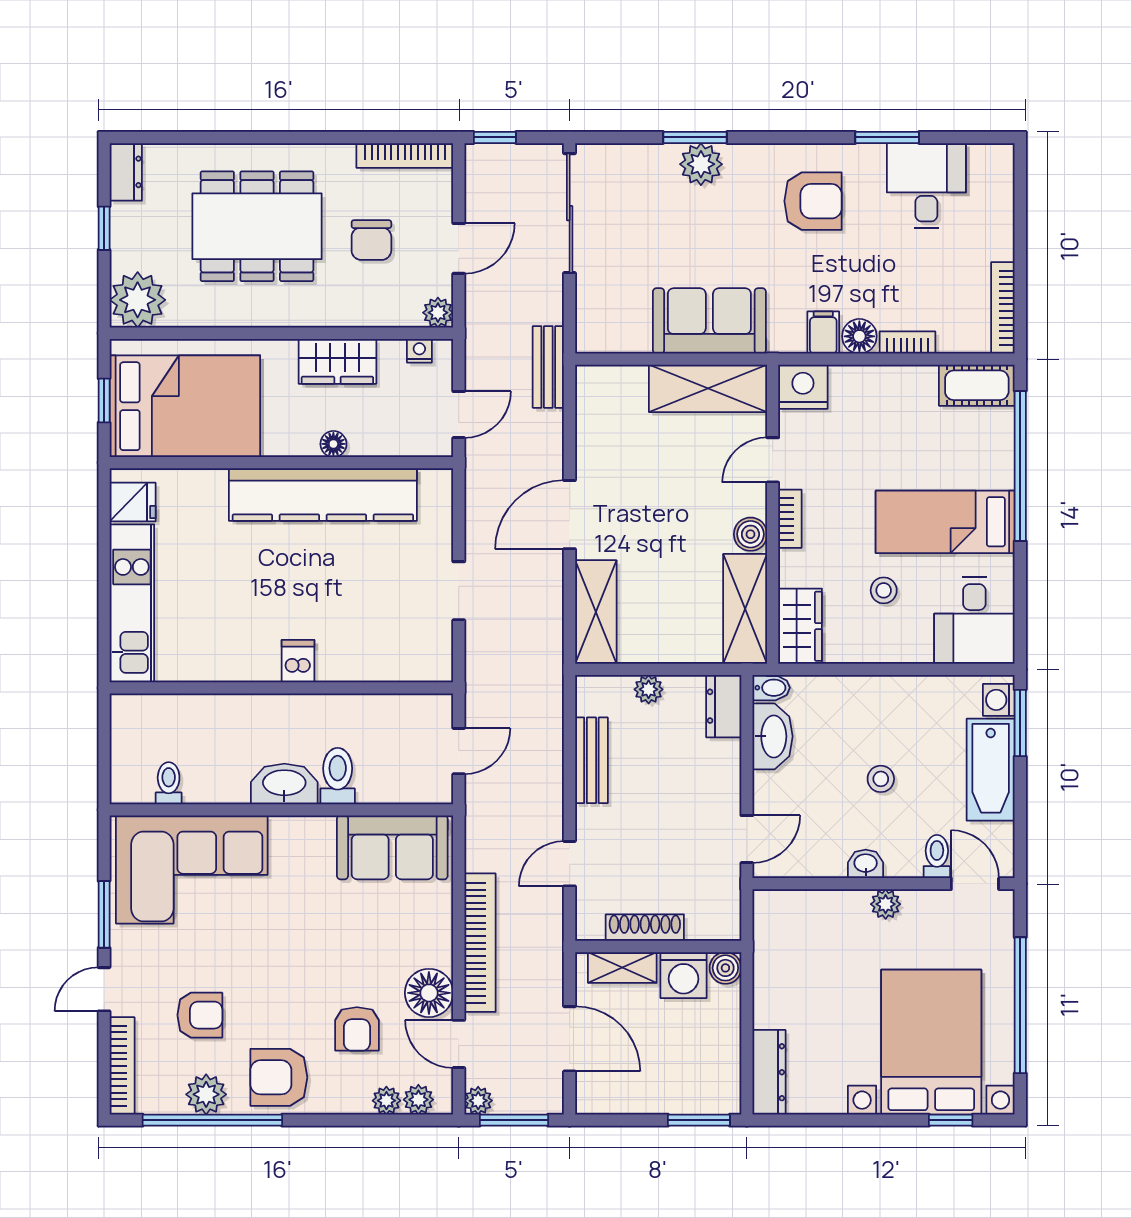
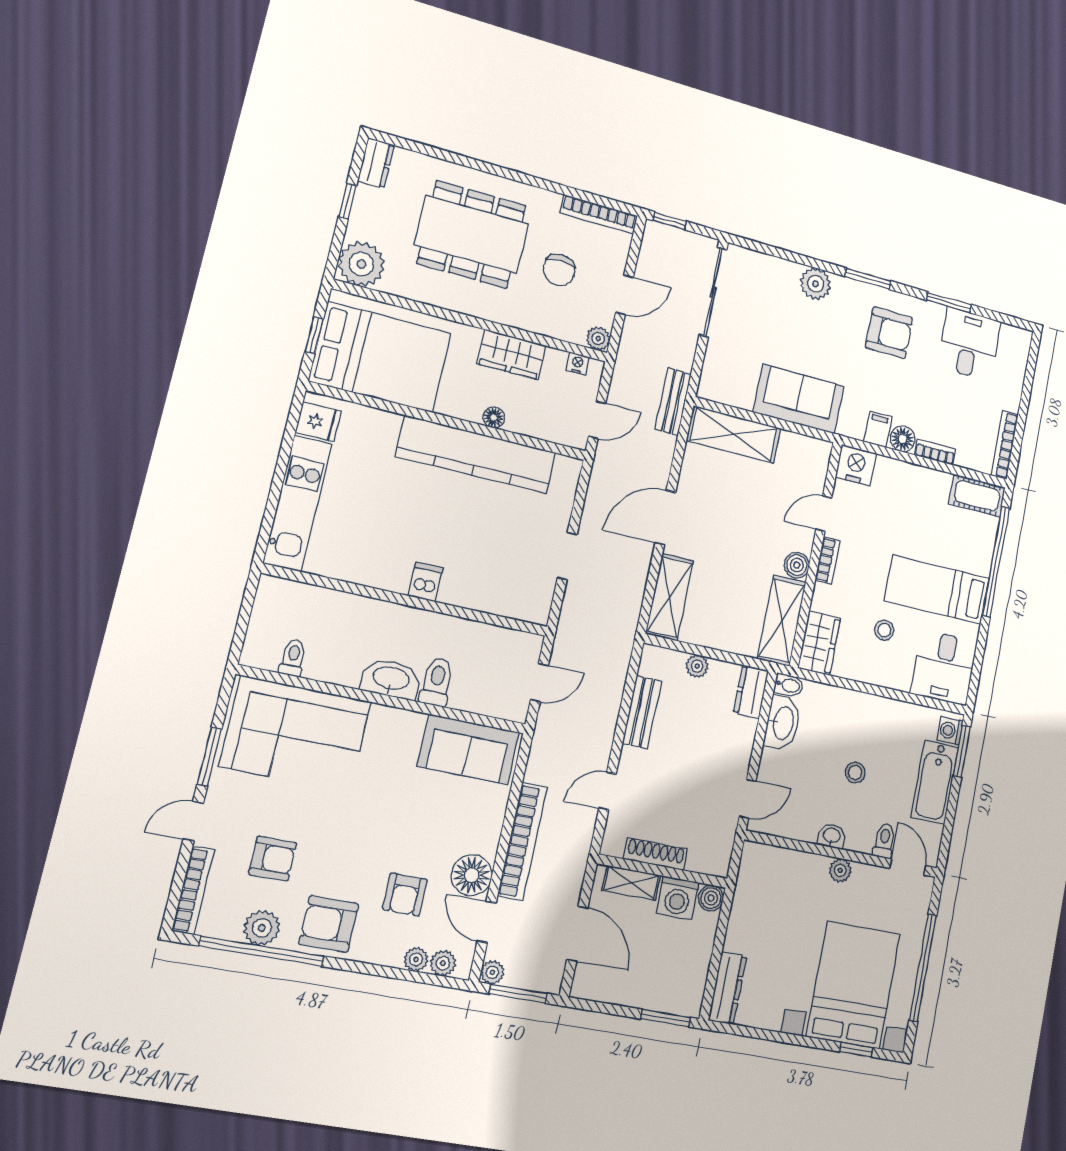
window: (695, 137) -> (868, 279), moved
shelving: (708, 388) -> (734, 434), moved

